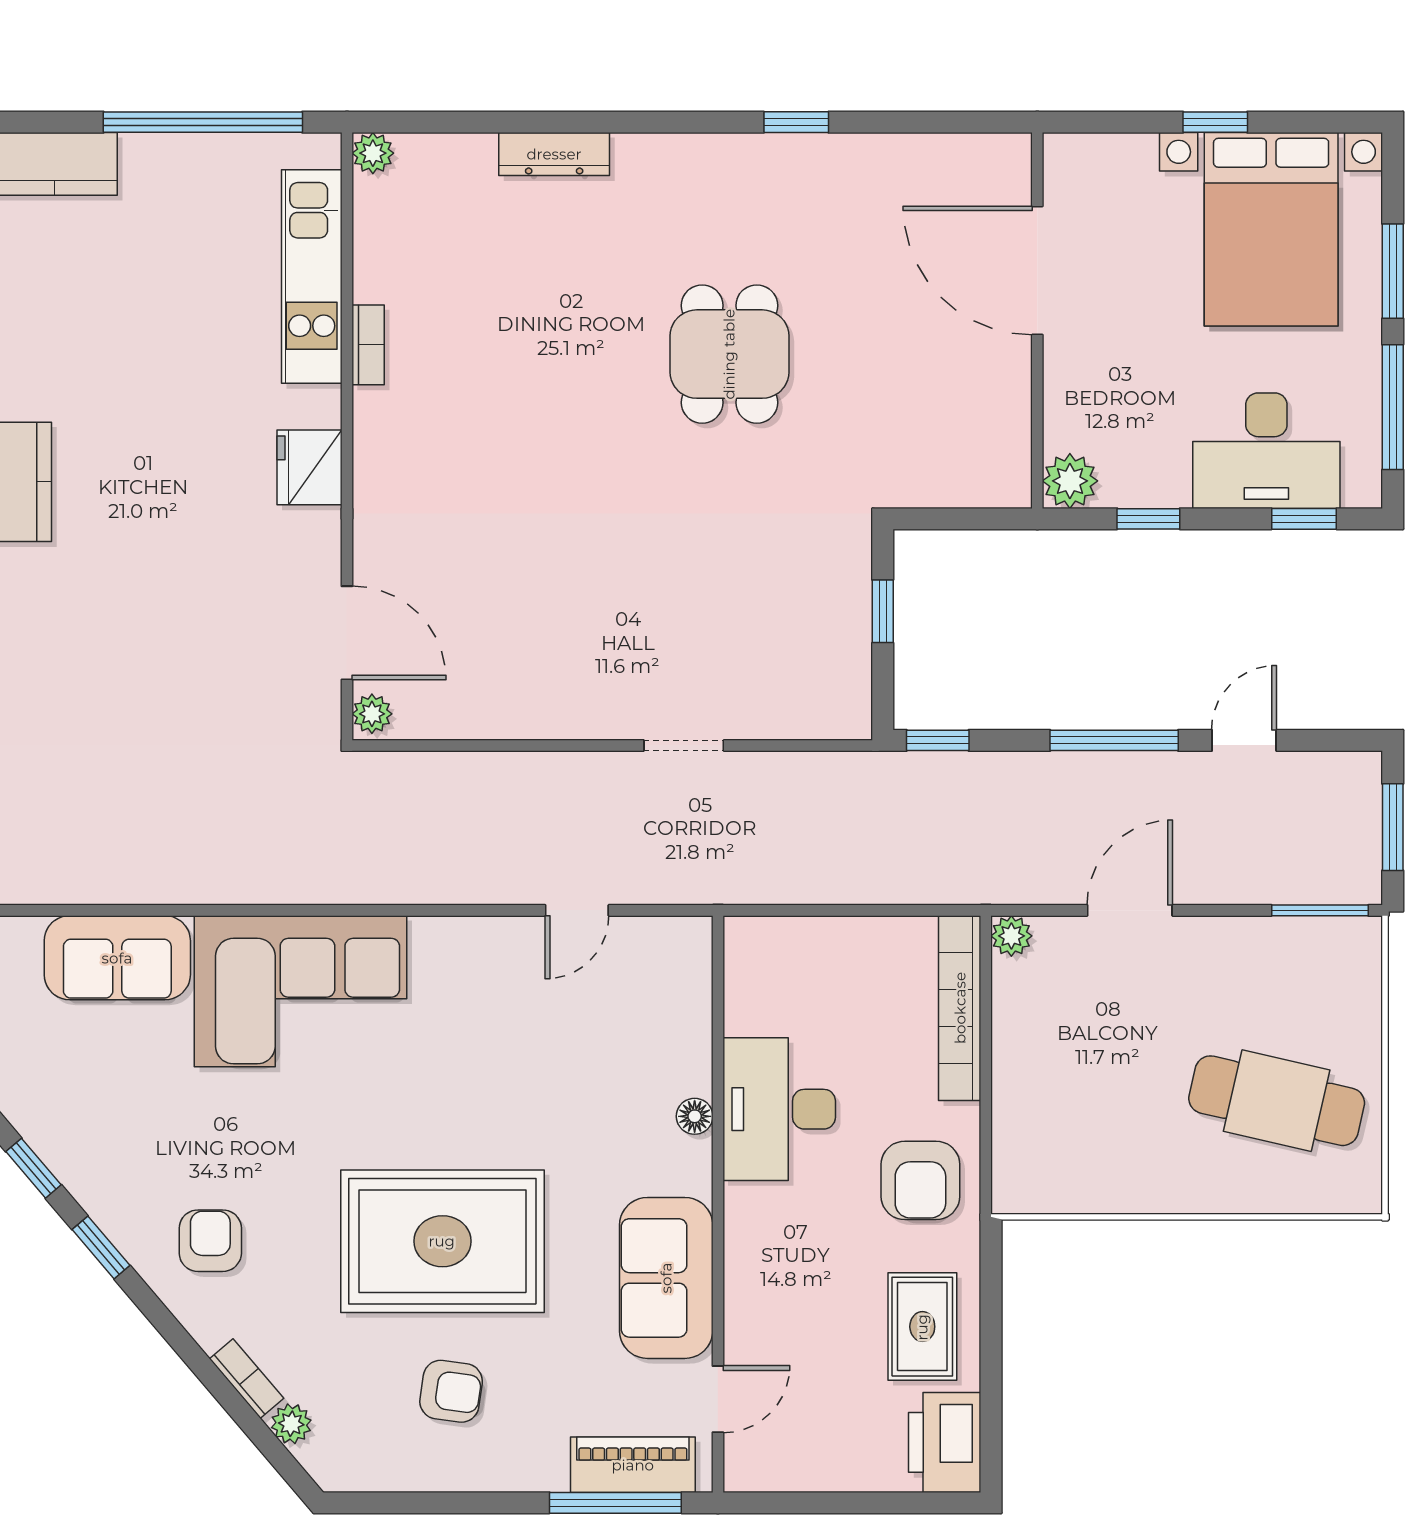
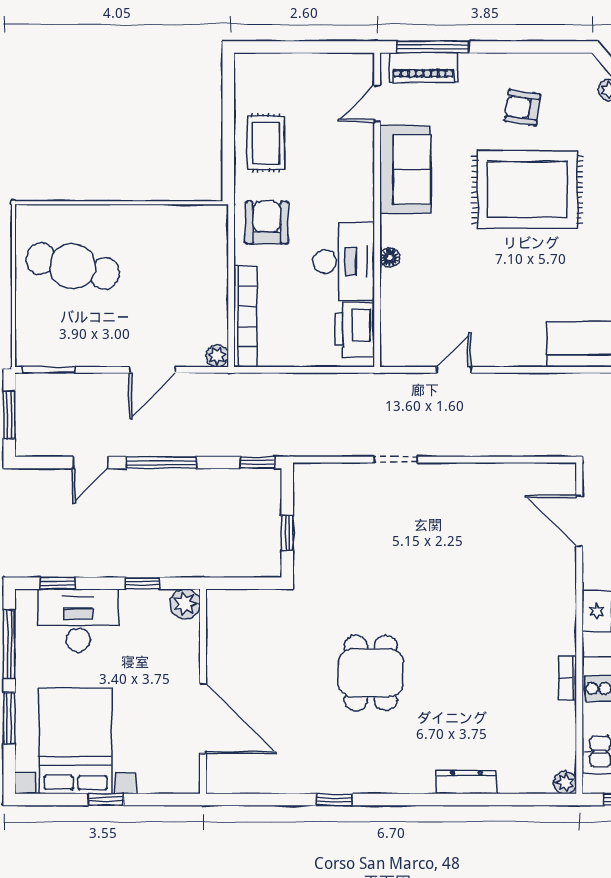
plant: (372, 714) -> (566, 477), removed
printer: (945, 1442) -> (355, 330), moved, turned 180

